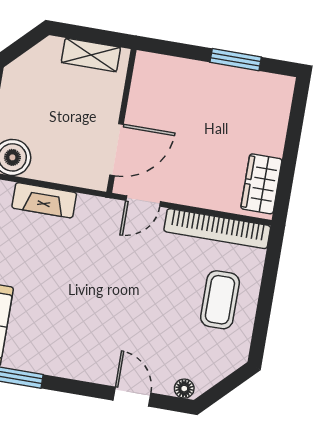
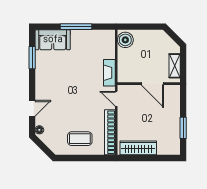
door: (117, 150) -> (152, 84), moved
wardrobe: (261, 184) -> (138, 148), width x1.50
fireplace: (44, 200) -> (109, 73), moved

